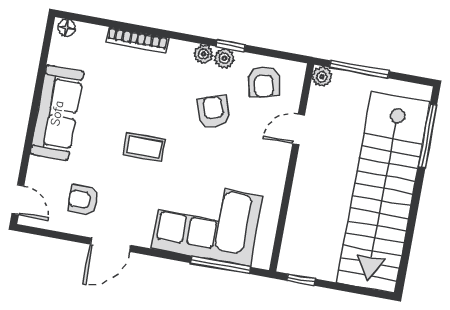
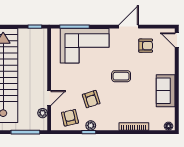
plant: (203, 54) -> (101, 126), removed
plant: (322, 77) -> (43, 113), moved
sofa: (57, 113) -> (166, 91), width x0.73

